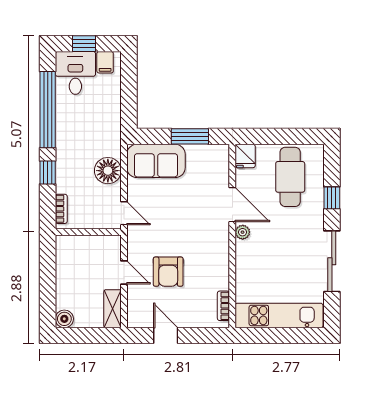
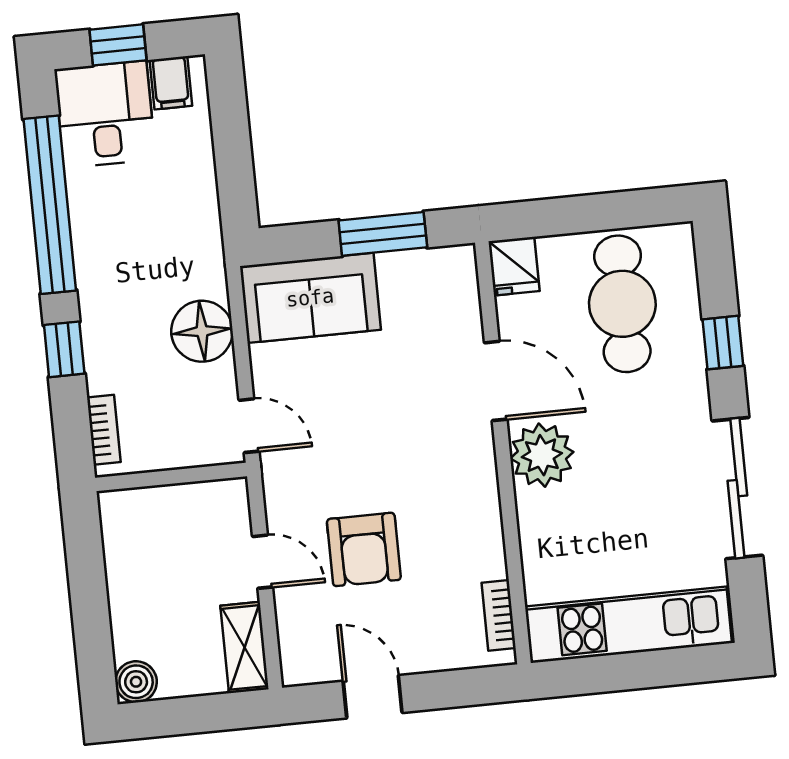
plant: (243, 232) -> (542, 455), width x1.88, depth x1.88

